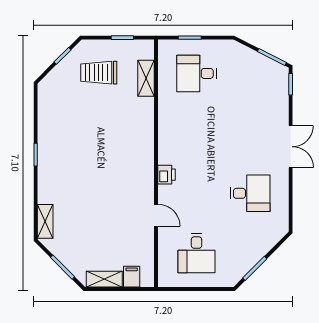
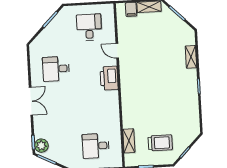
desk: (197, 73) -> (96, 146), turned 180
plant: (279, 79) -> (41, 146), added
double door: (291, 147) -> (31, 101), swing flipped
printer: (166, 175) -> (109, 78), width x1.87, depth x1.48
shelving: (45, 221) -> (191, 57), moved

